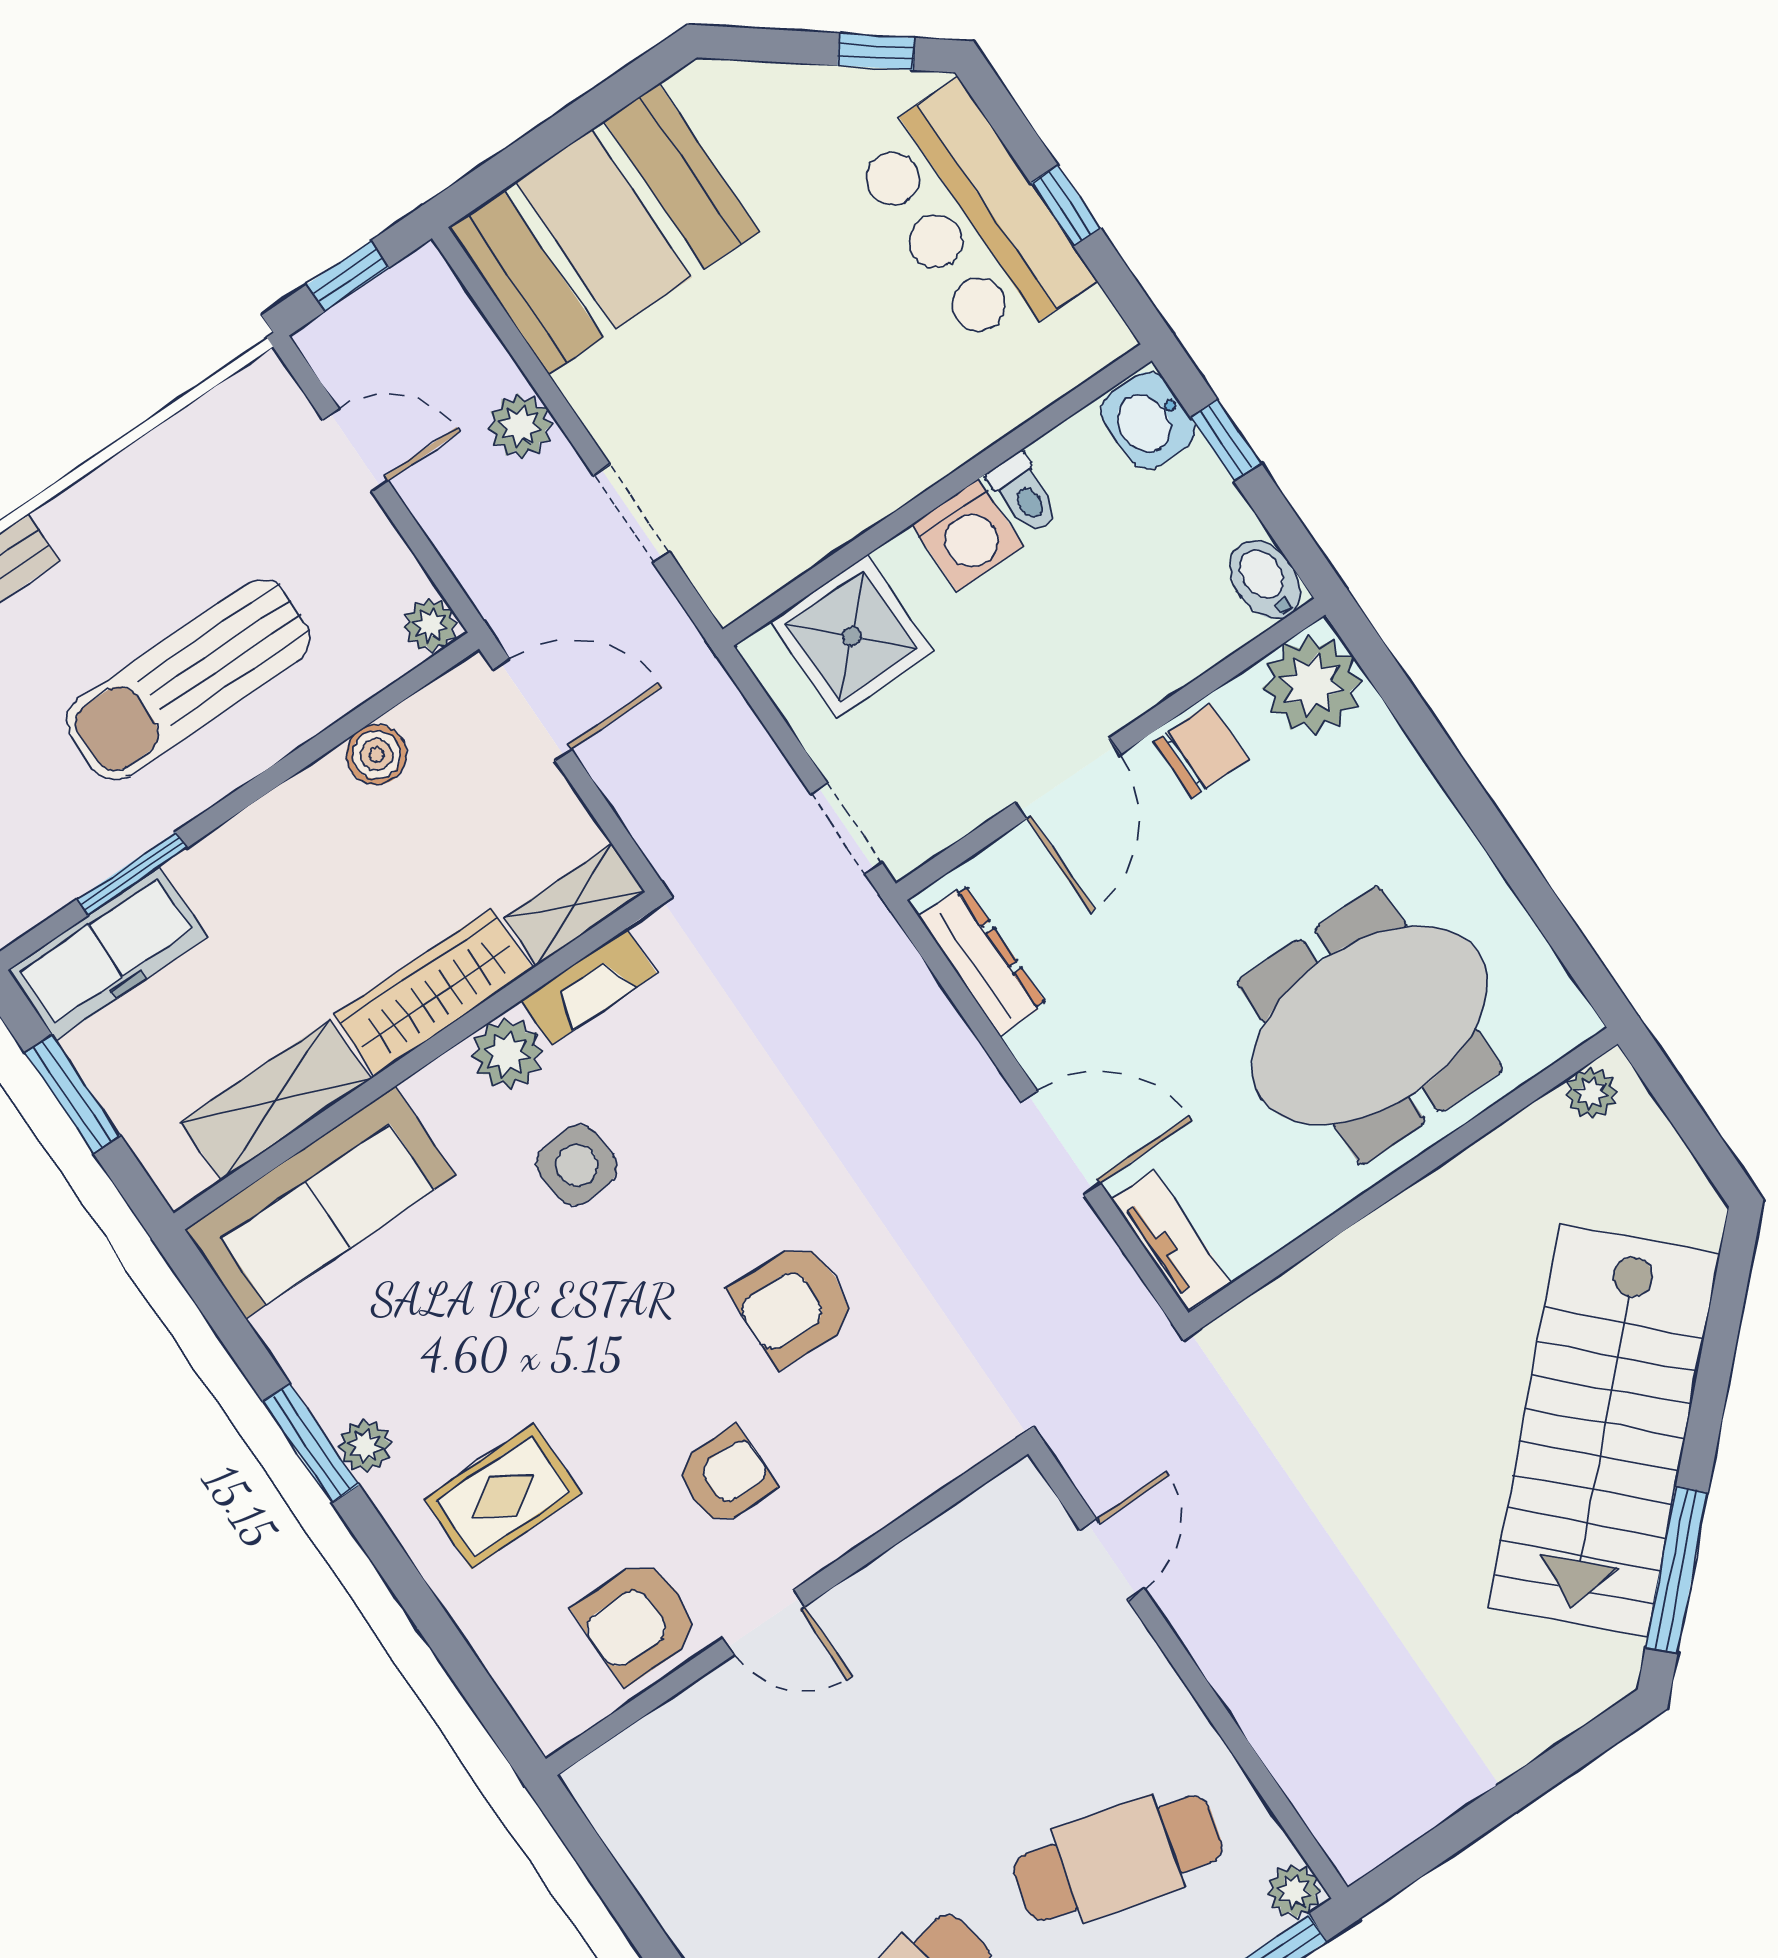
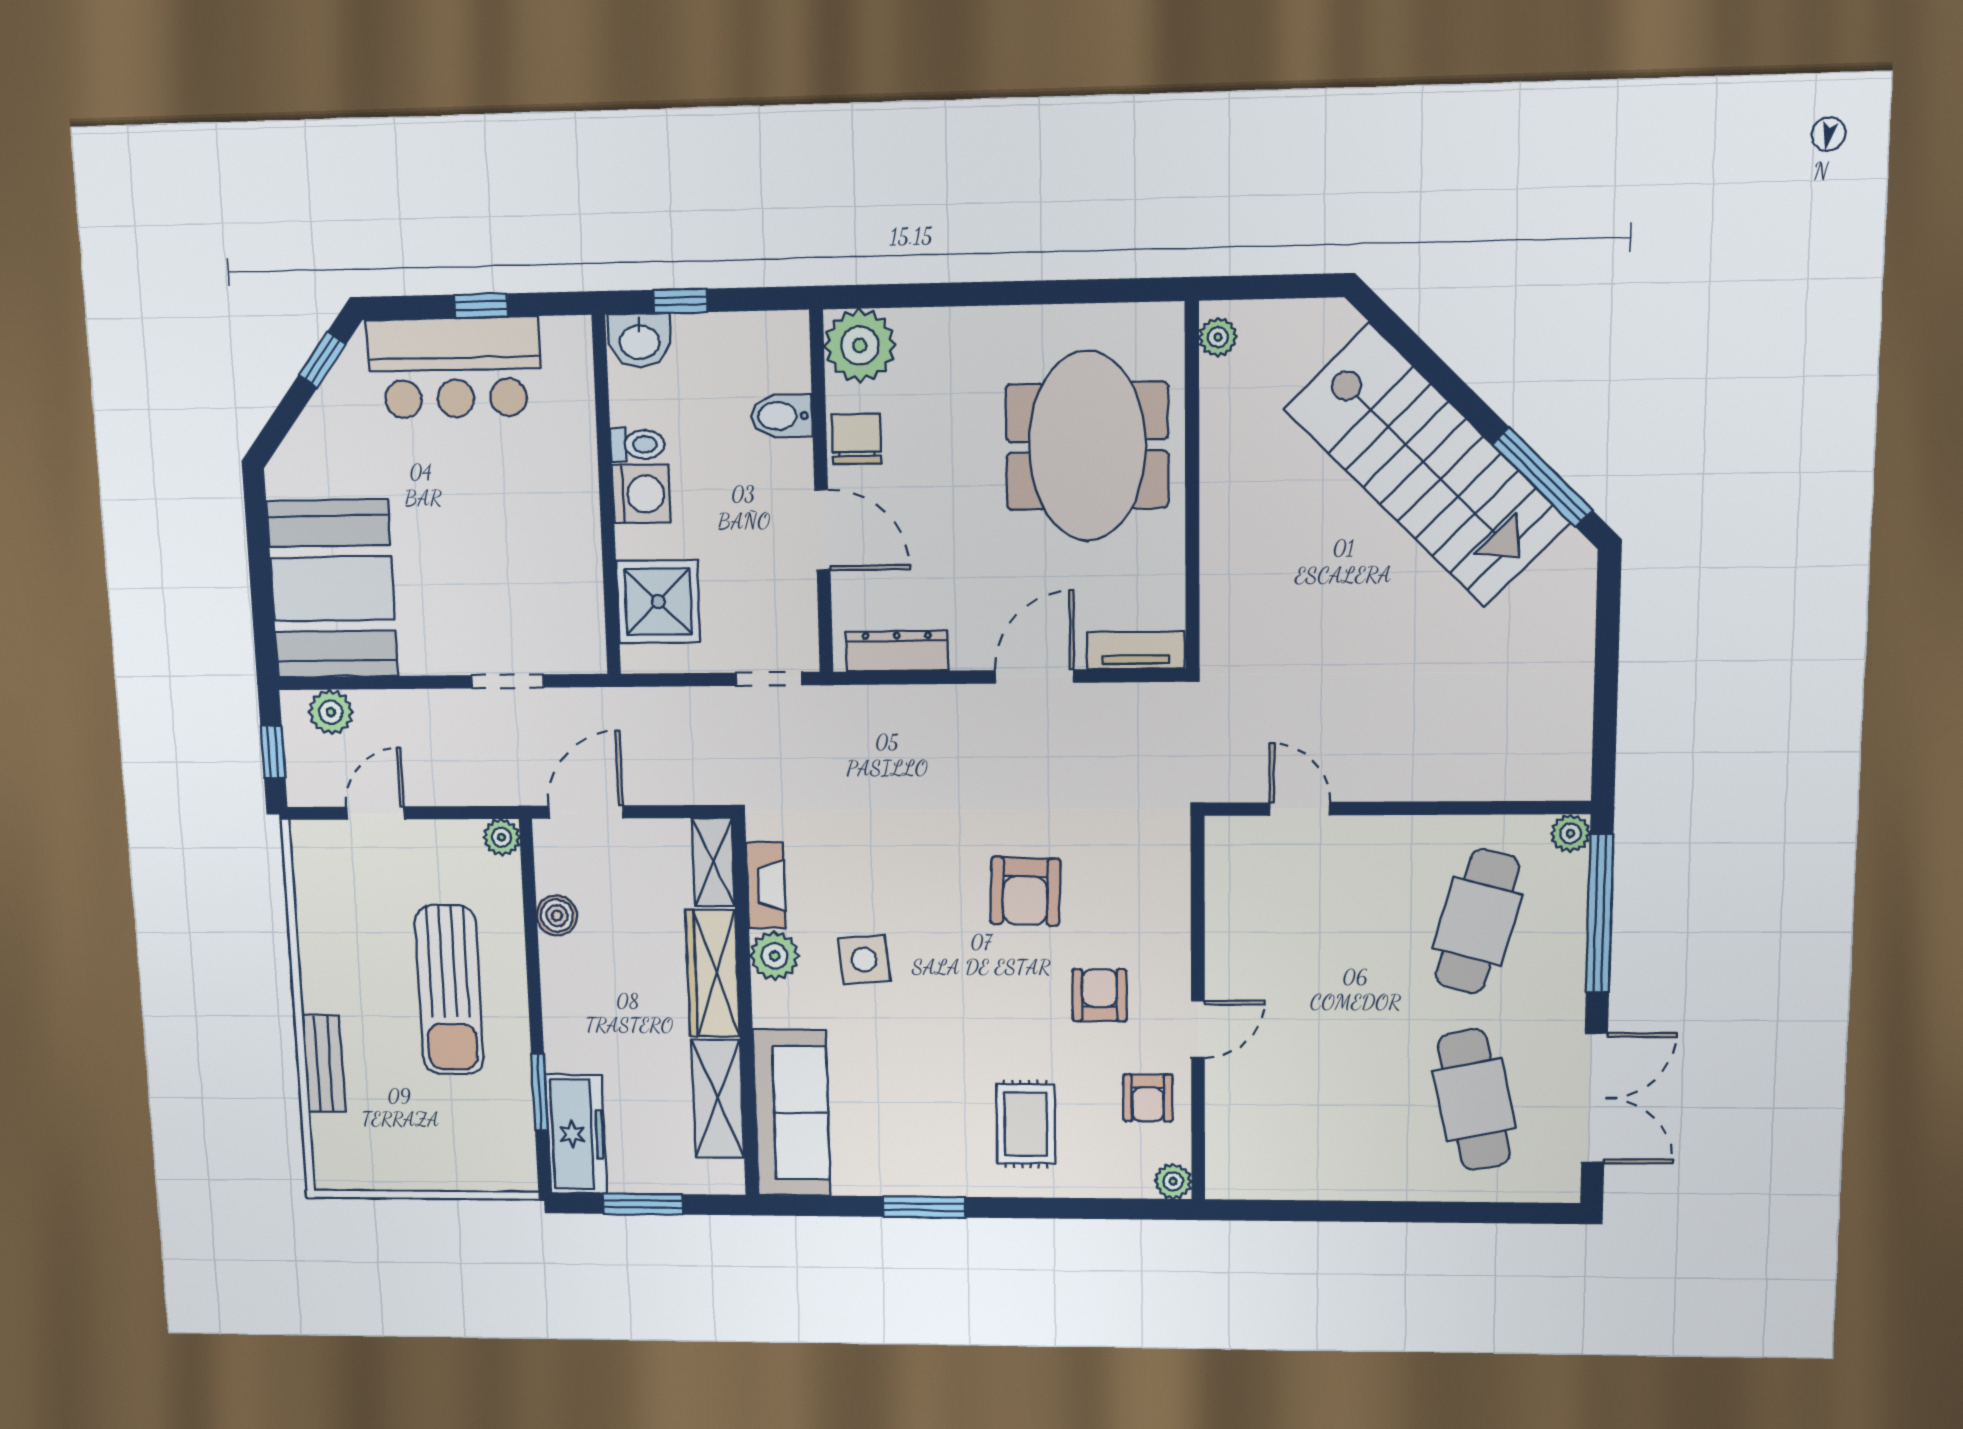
plant: (520, 426) -> (331, 712), moved
bidet: (1265, 580) -> (782, 416), moved
plant: (365, 1446) -> (1173, 1181), moved
armchair: (637, 1621) -> (1148, 1098), width x0.72, depth x0.72

